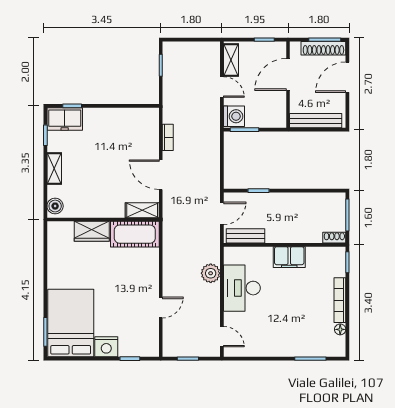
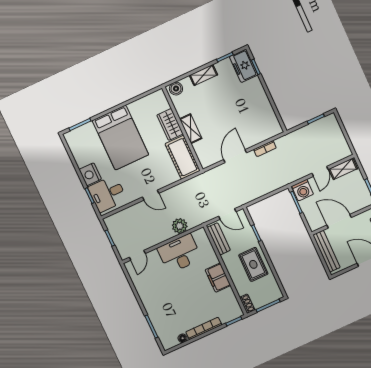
door: (288, 74) -> (339, 221), moved
shelving: (142, 210) -> (191, 129), moved
rug: (293, 210) -> (253, 264), added
door: (161, 307) -> (151, 195), moved
bed: (71, 323) -> (120, 138), moved, turned 90
desk: (137, 338) -> (107, 194), added

